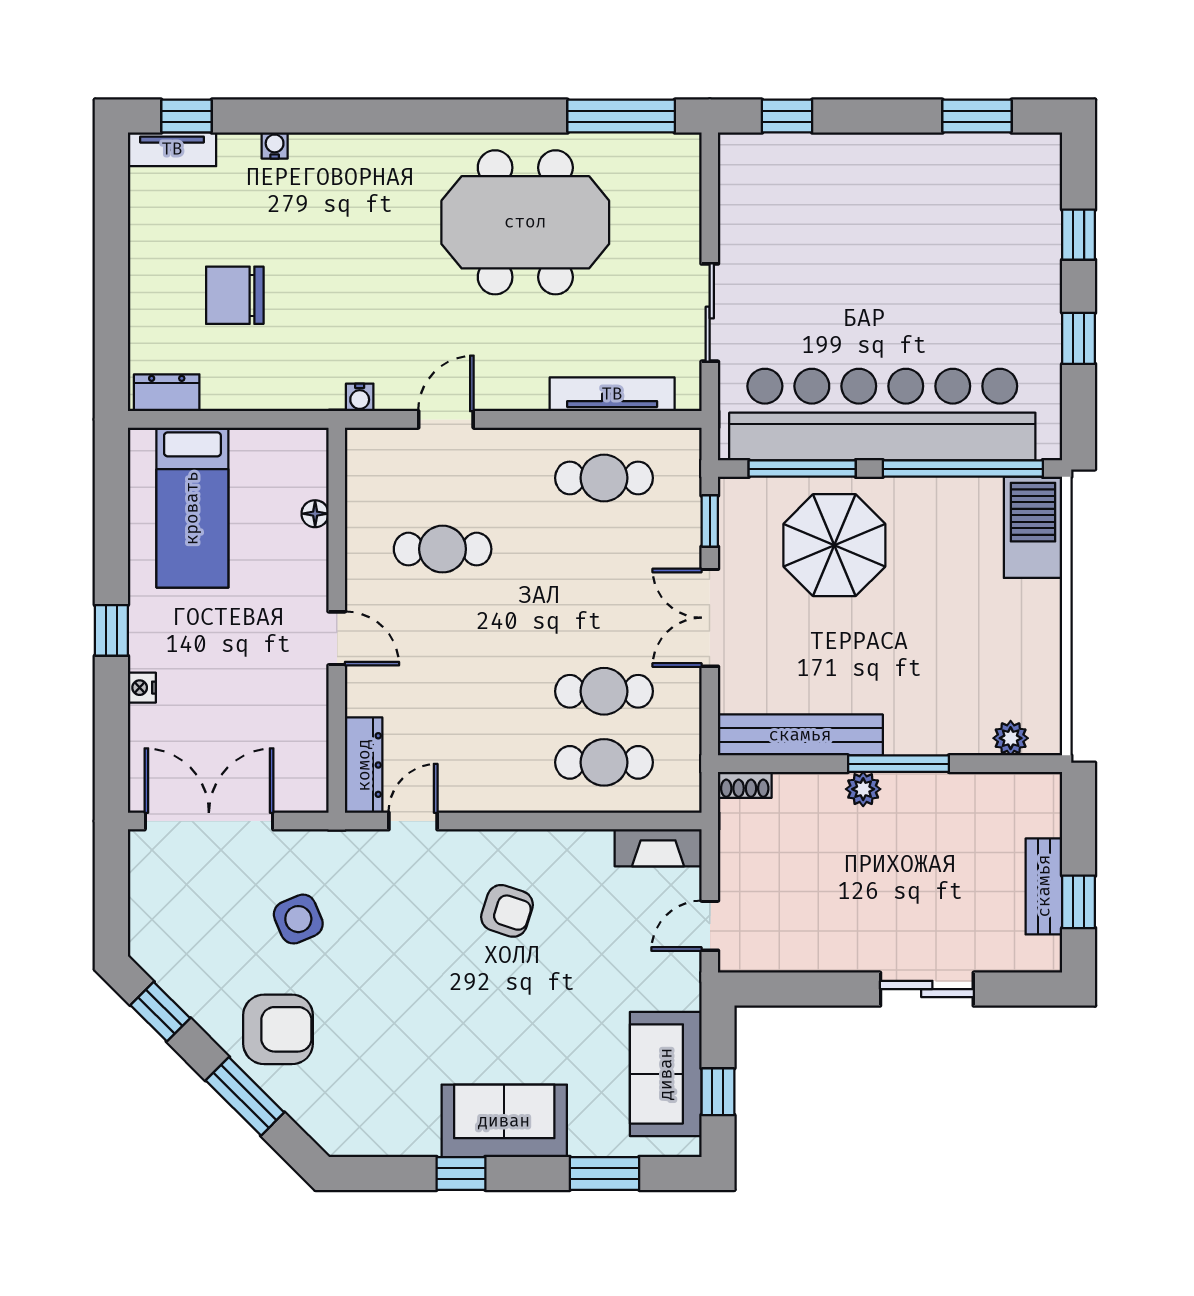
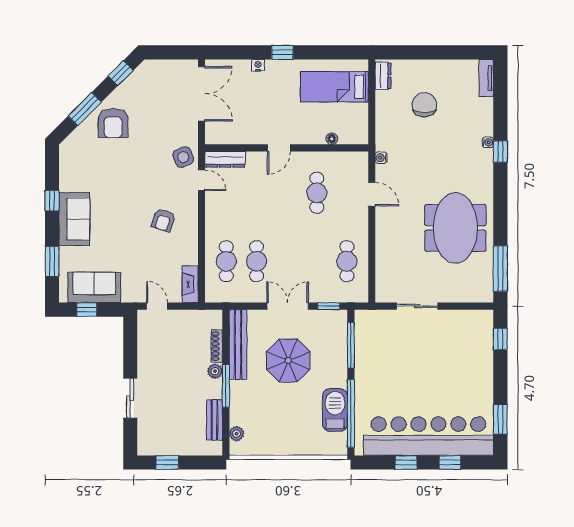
window: (187, 116) -> (500, 152), moved
water cooler: (275, 146) -> (488, 142), moved
tv unit: (612, 394) -> (382, 265), removed
bar counter: (882, 415) -> (428, 436), moved, turned -90
barbecue: (1033, 527) -> (335, 410), moved, turned -90
parasol: (834, 545) -> (288, 361), moved
shoe rack: (745, 785) -> (217, 346), moved, width x1.43
bench: (1044, 886) -> (215, 420), moved, turned 90
side table: (298, 919) -> (183, 157), moved

